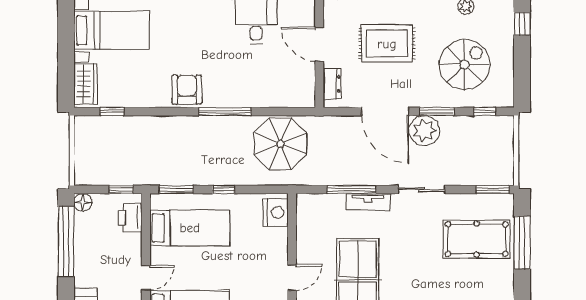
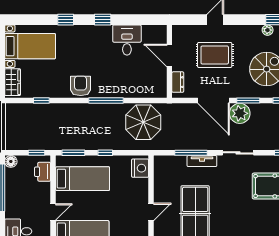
window: (112, 112) -> (41, 101), moved

